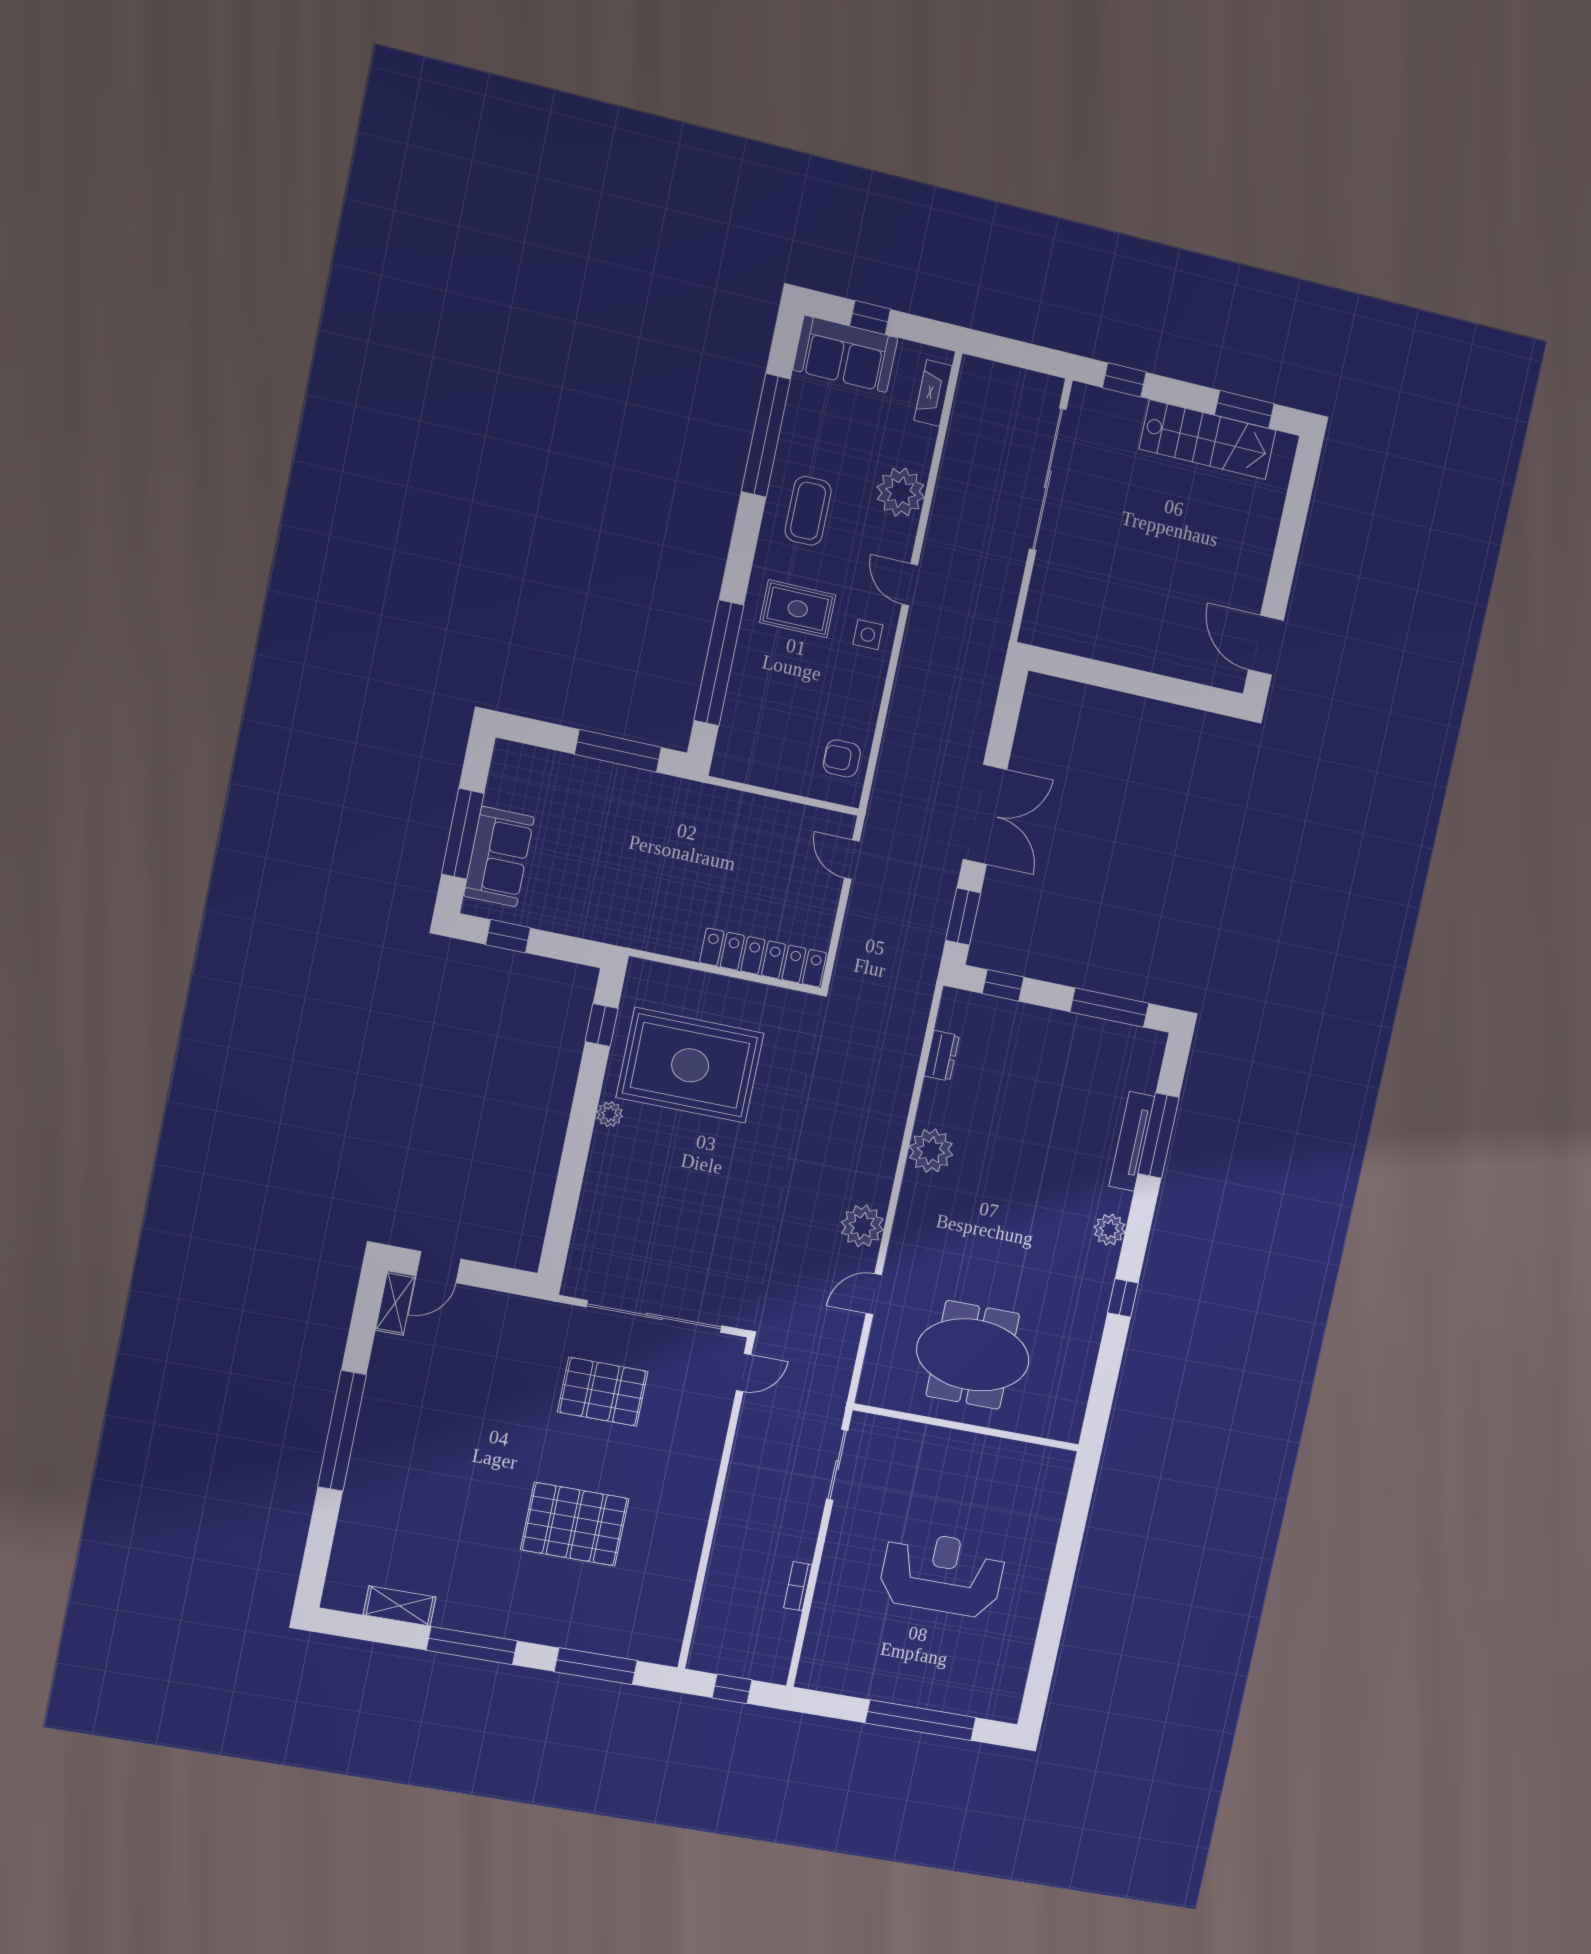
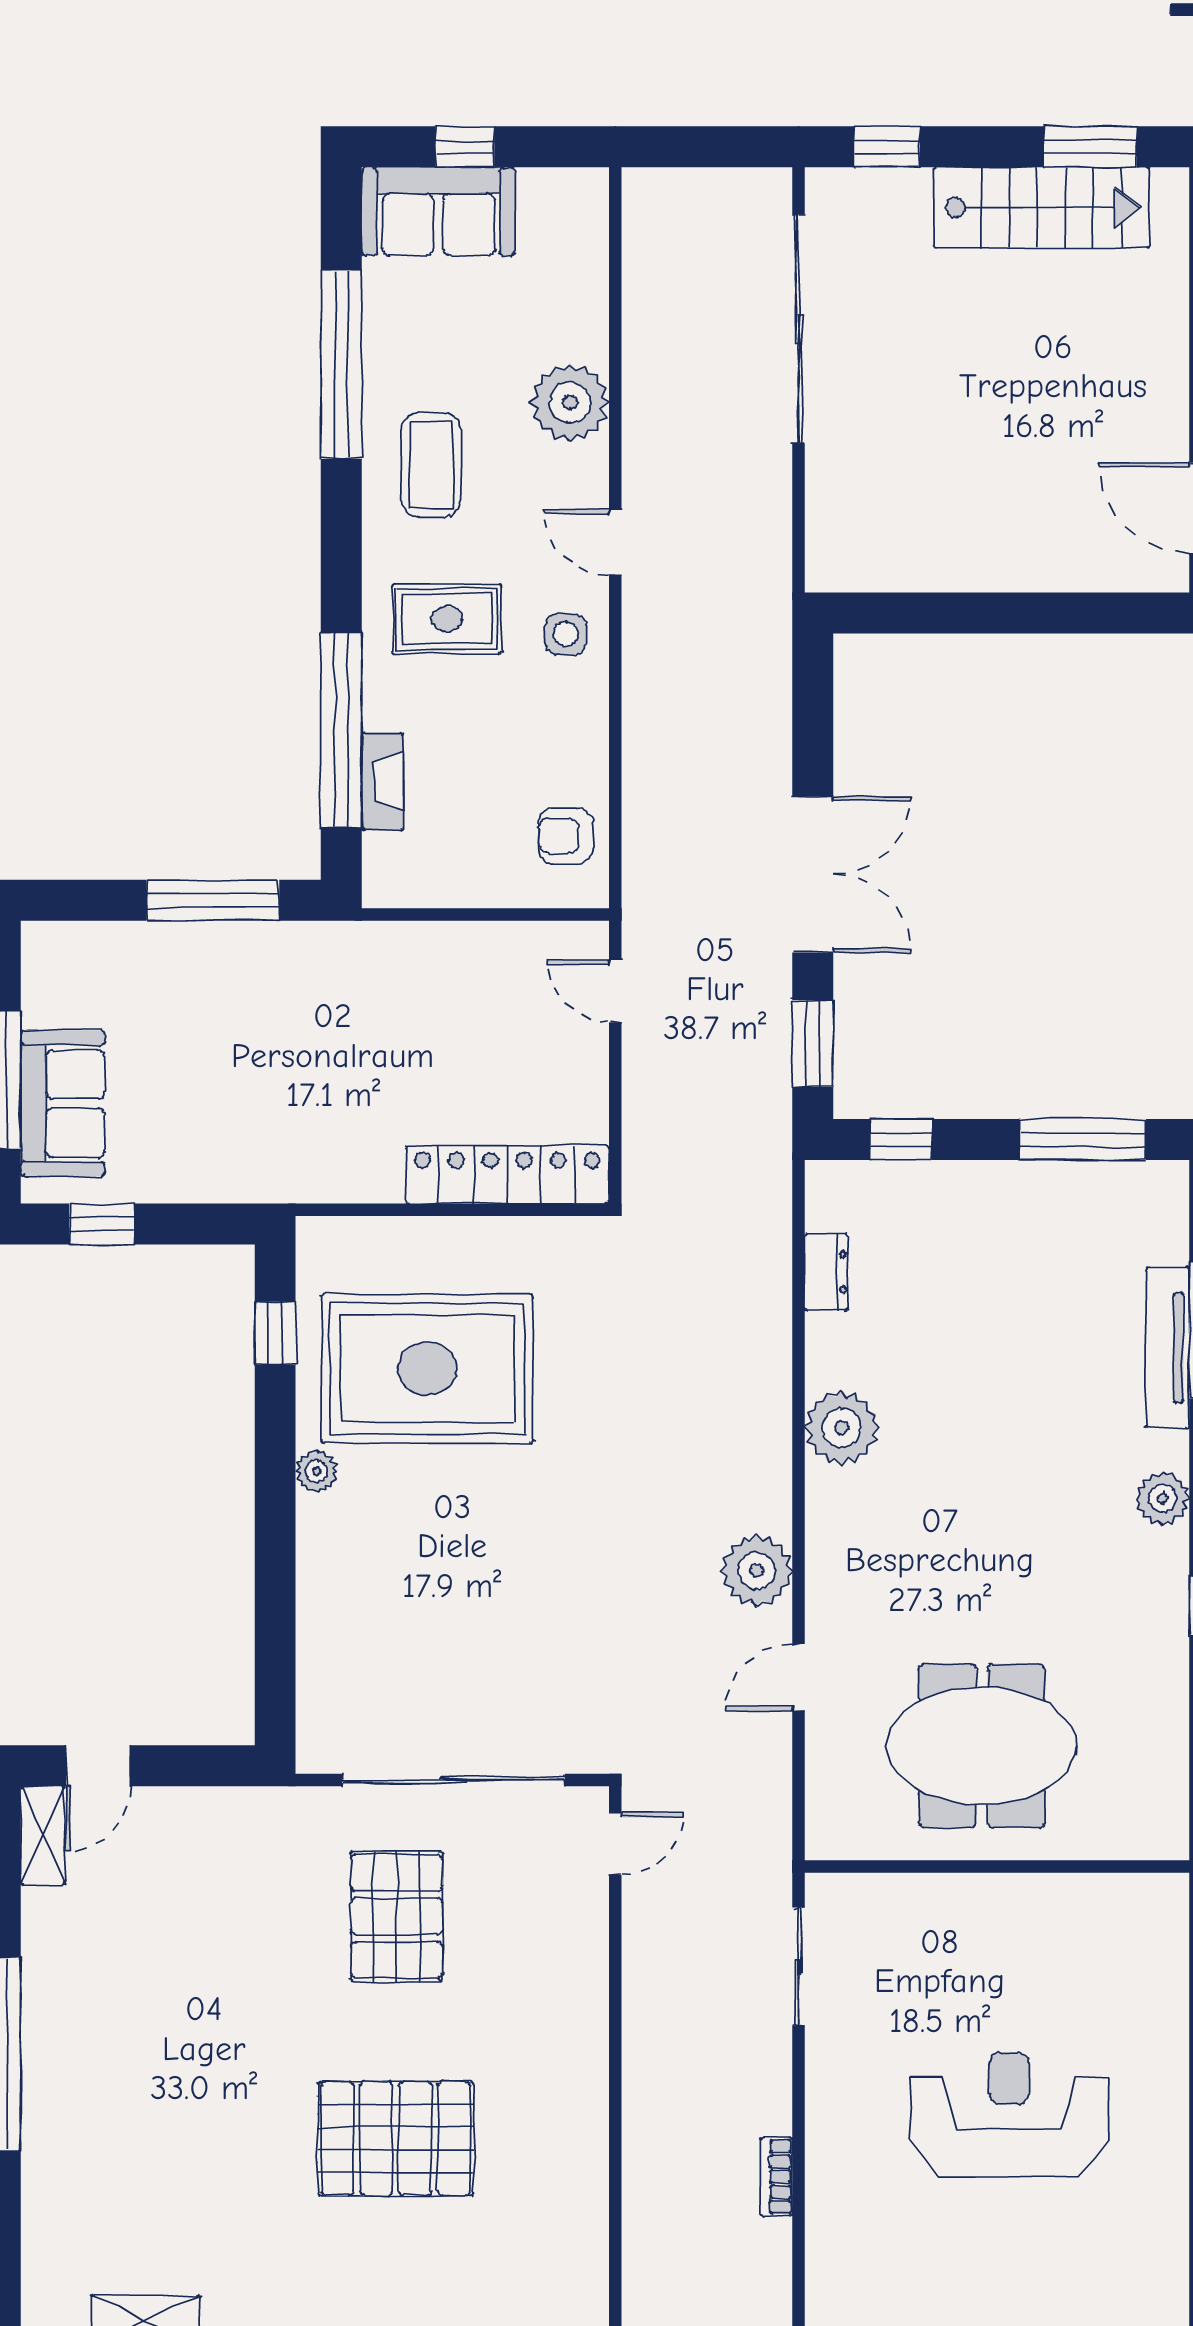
fireplace: (933, 393) -> (383, 782), moved, turned 180
pallet: (603, 1392) -> (397, 1916), turned 90

